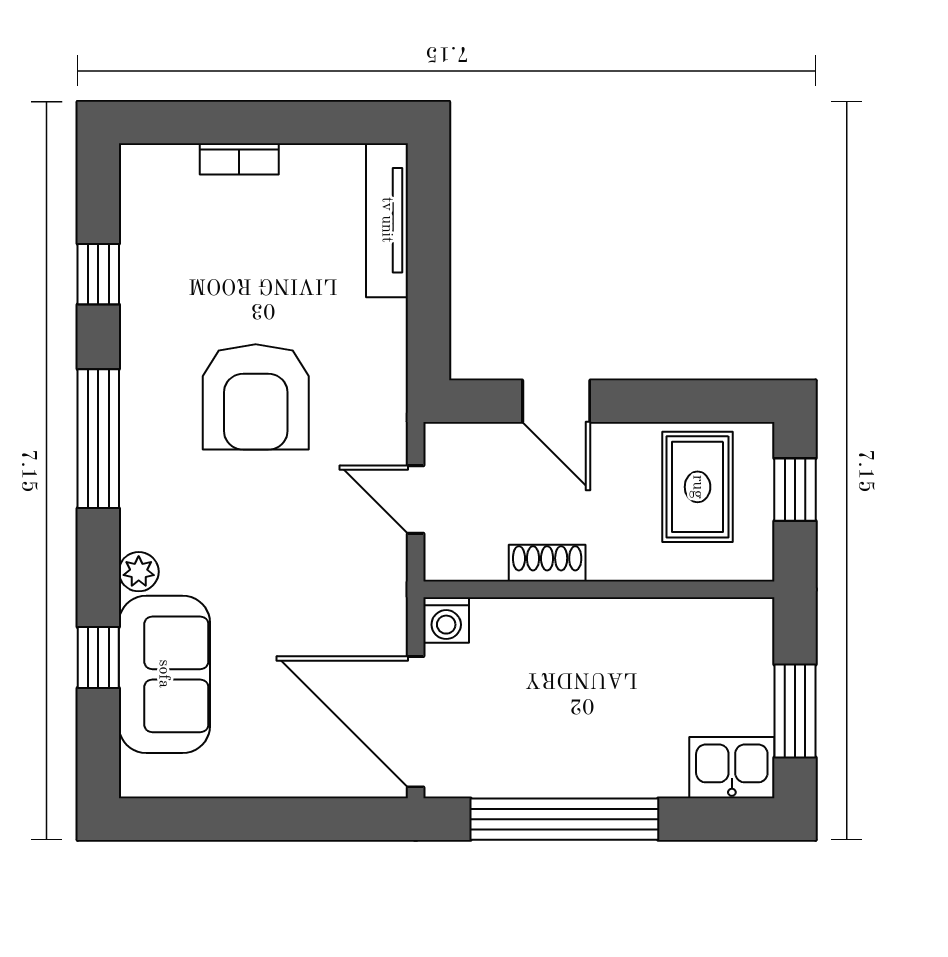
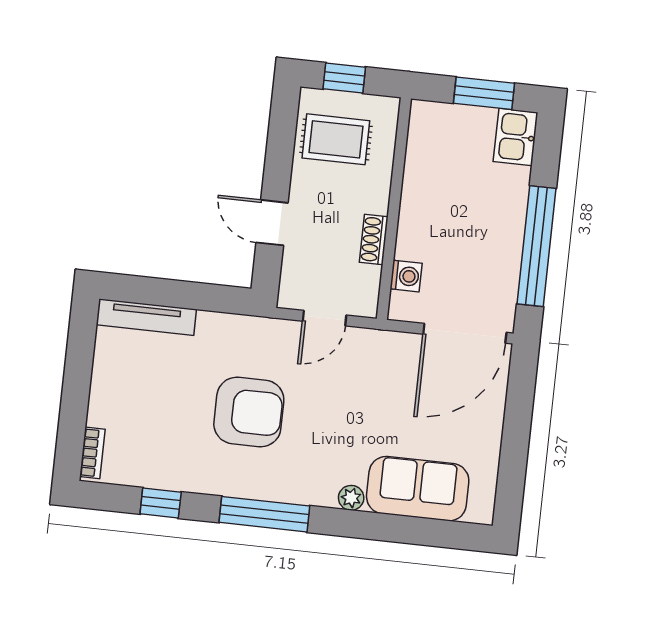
bookcase: (239, 159) -> (92, 453), moved
door: (556, 401) -> (272, 223), swing flipped
washing machine: (446, 620) -> (406, 276), moved
window: (98, 658) -> (403, 529), removed

